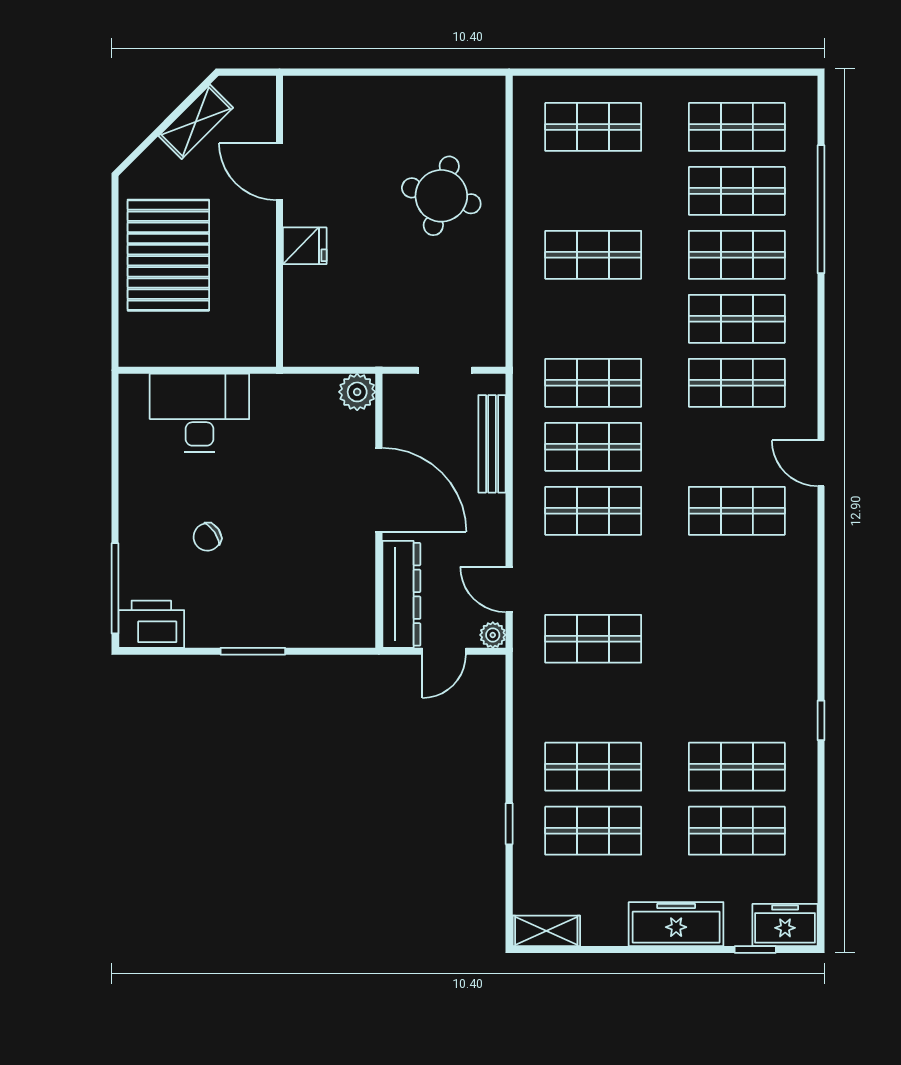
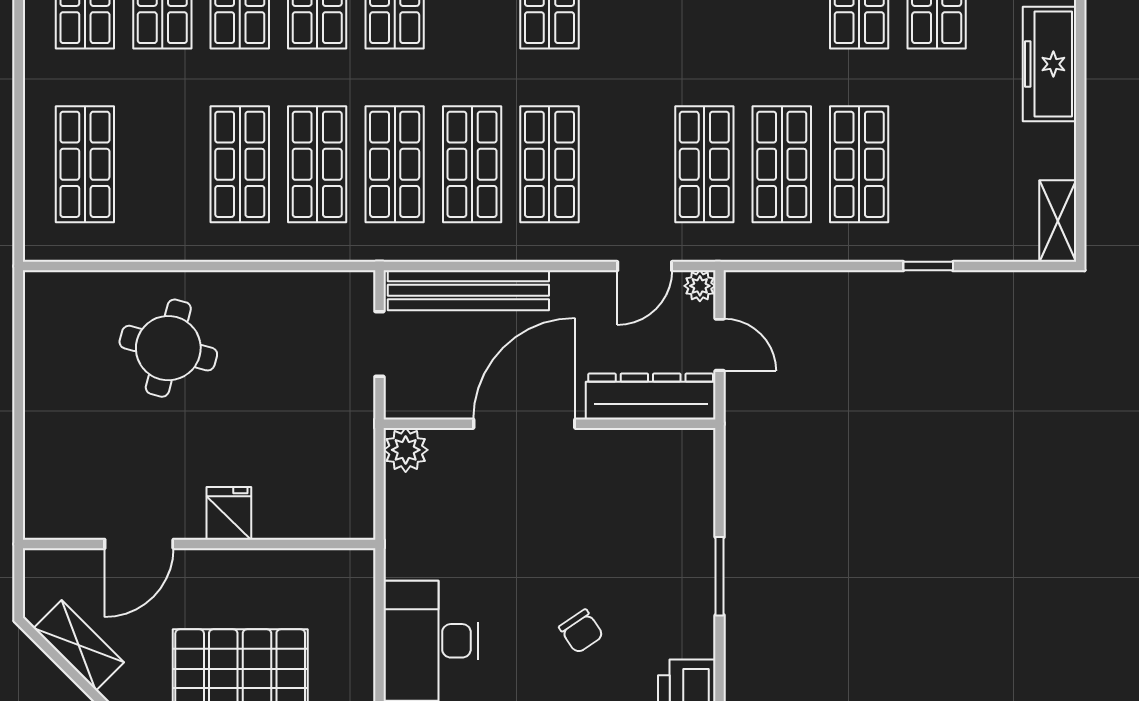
shop shelf: (593, 319) -> (317, 164), added
bench: (492, 444) -> (468, 290), width x1.37, depth x1.21
shop shelf: (593, 831) -> (782, 164), moved

